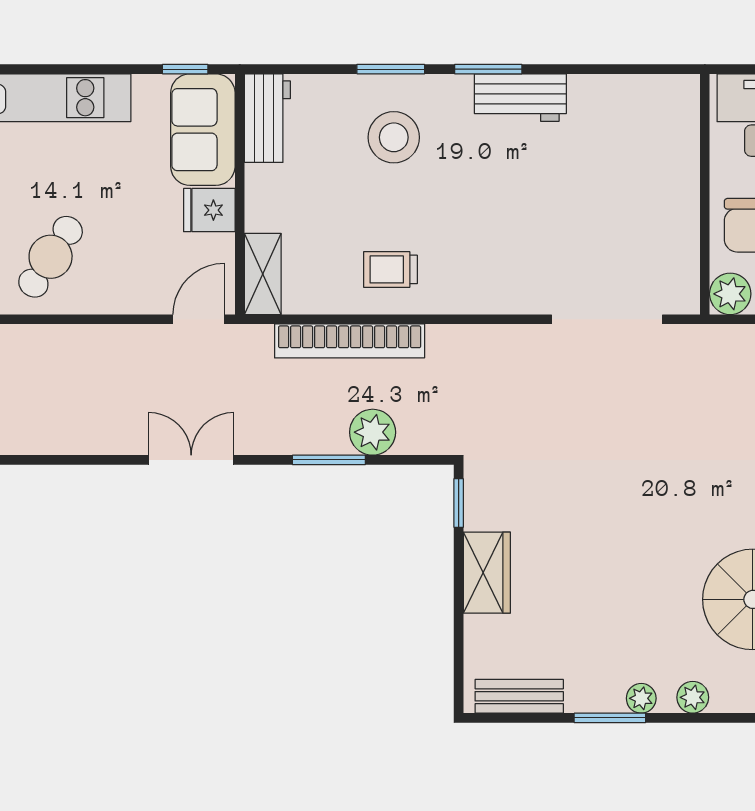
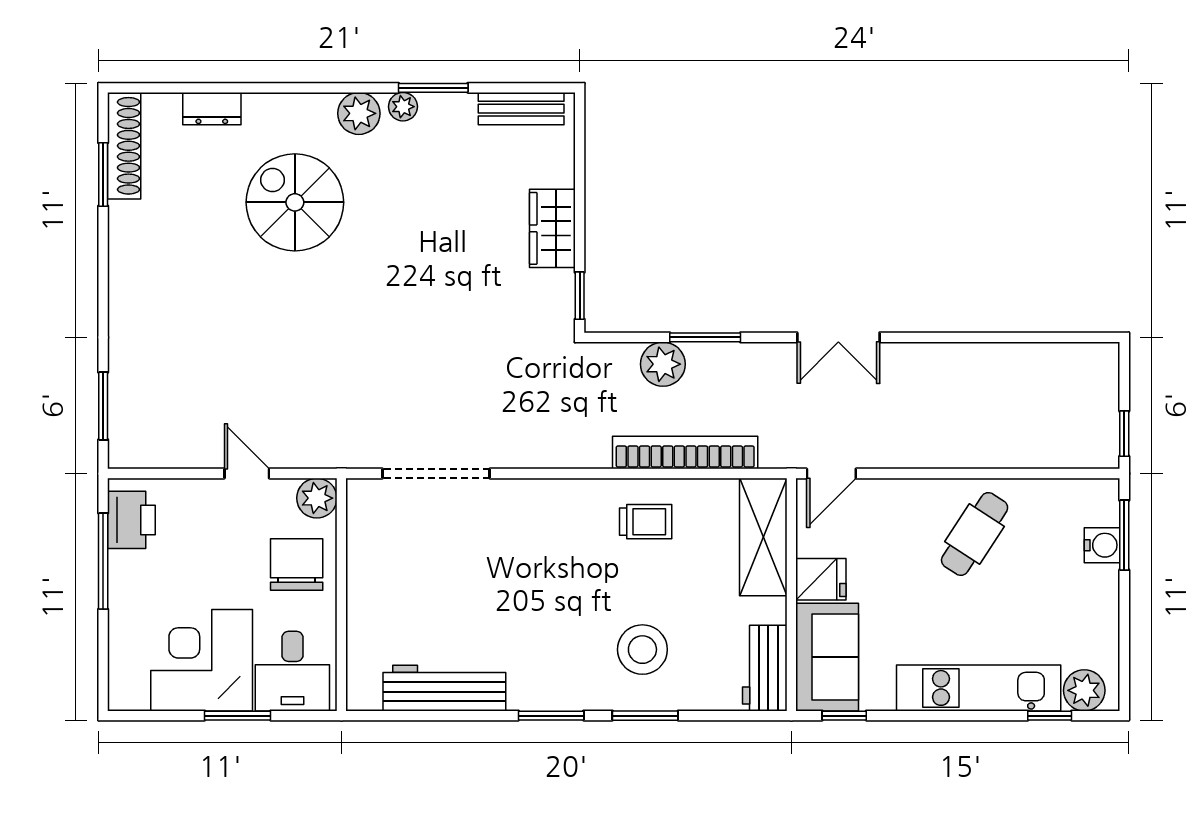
workbench: (520, 98) -> (444, 688), moved, width x1.38
shelving: (263, 274) -> (763, 537), width x1.50, depth x1.33
plant: (693, 697) -> (359, 113), width x1.38, depth x1.38

